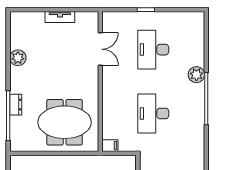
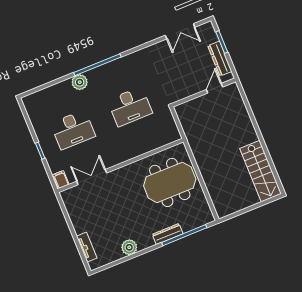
tv unit: (60, 17) -> (87, 247), moved
dresser: (16, 105) -> (168, 234), width x1.44
meeting table: (65, 122) -> (170, 182), turned 90
filing cabinet: (110, 146) -> (61, 180), moved

